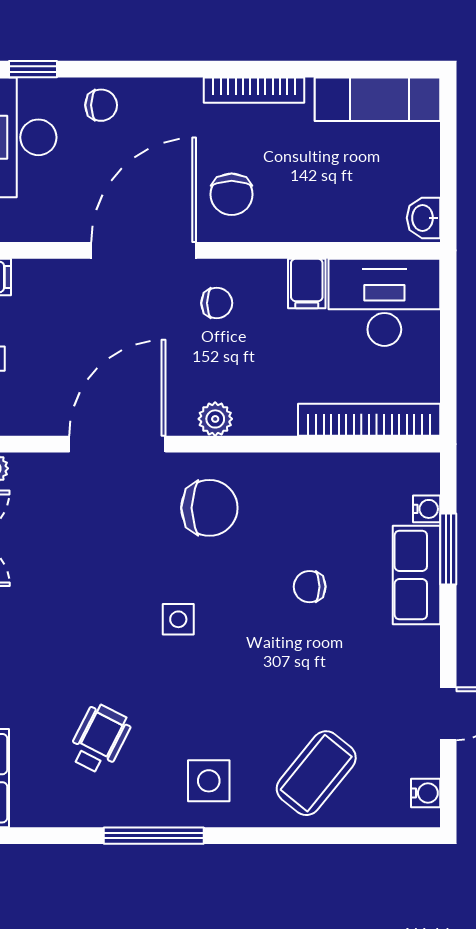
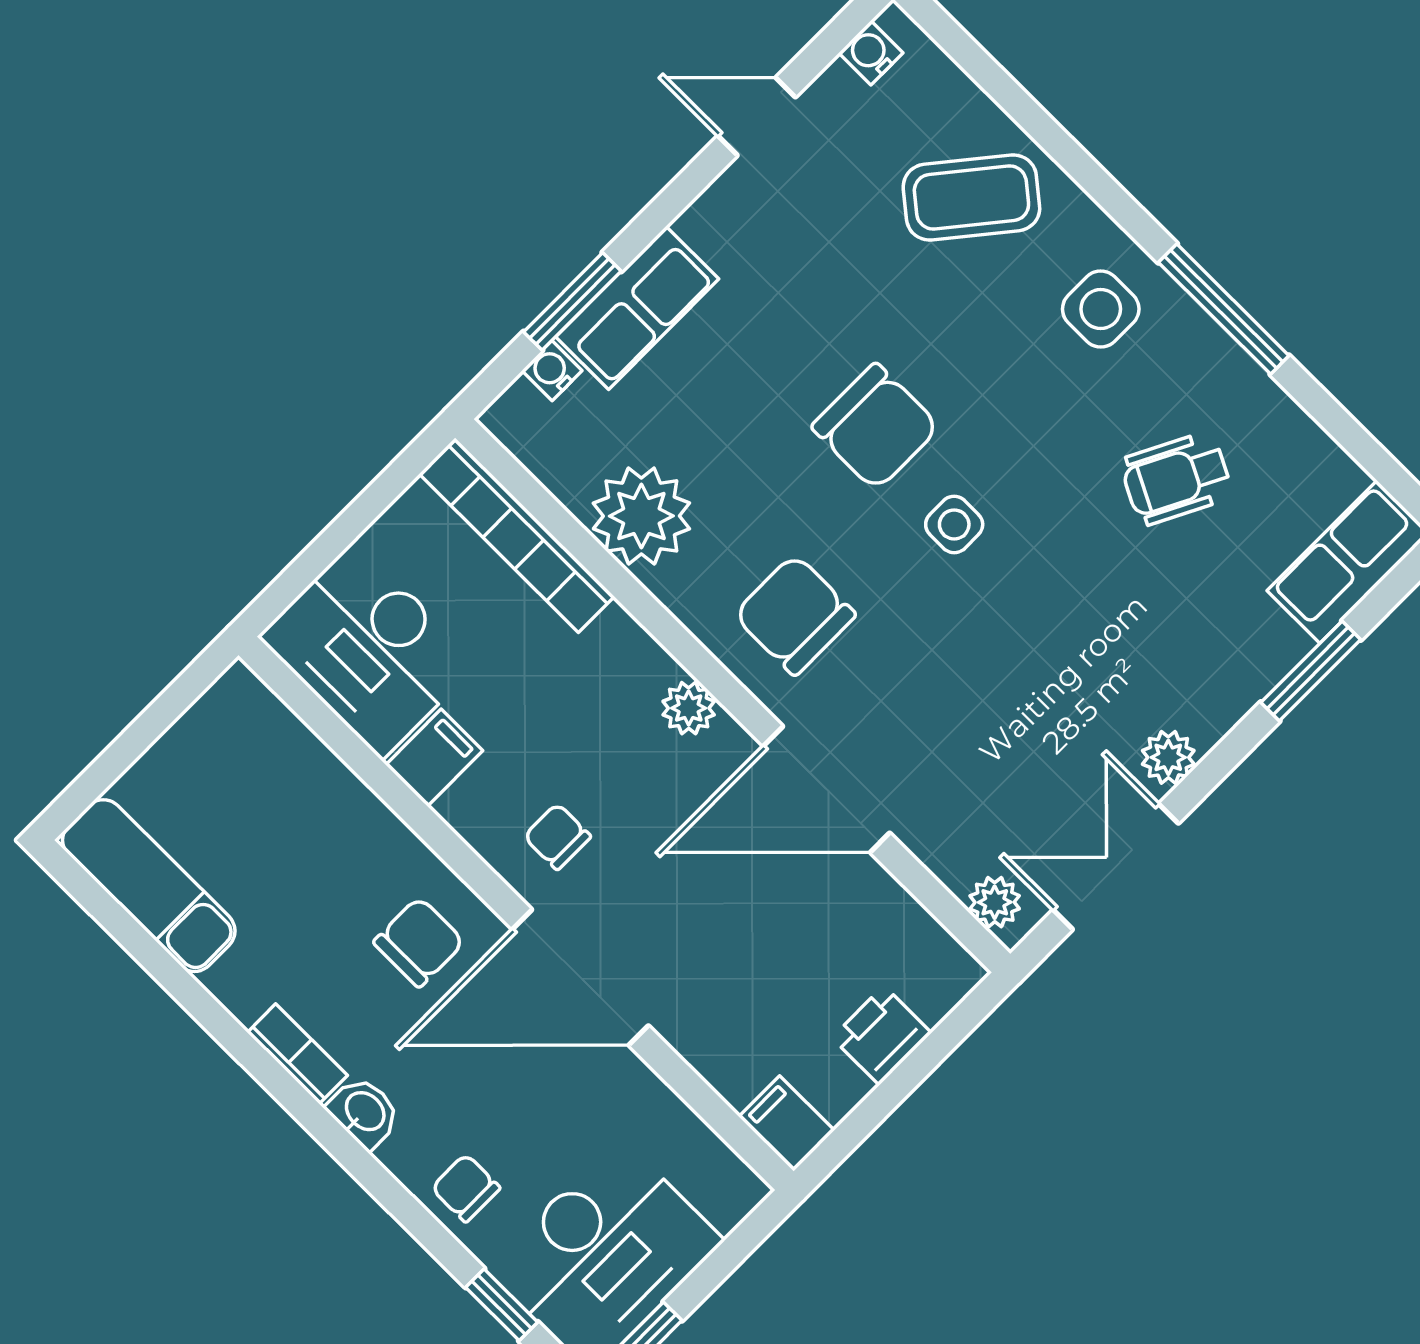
bookcase: (254, 90) -> (297, 1054), width x0.64
washbasin: (423, 218) -> (364, 1112), moved, turned -90
plant: (322, 484) -> (641, 516), added
chair: (310, 587) -> (876, 427), moved, width x1.87, depth x1.87

